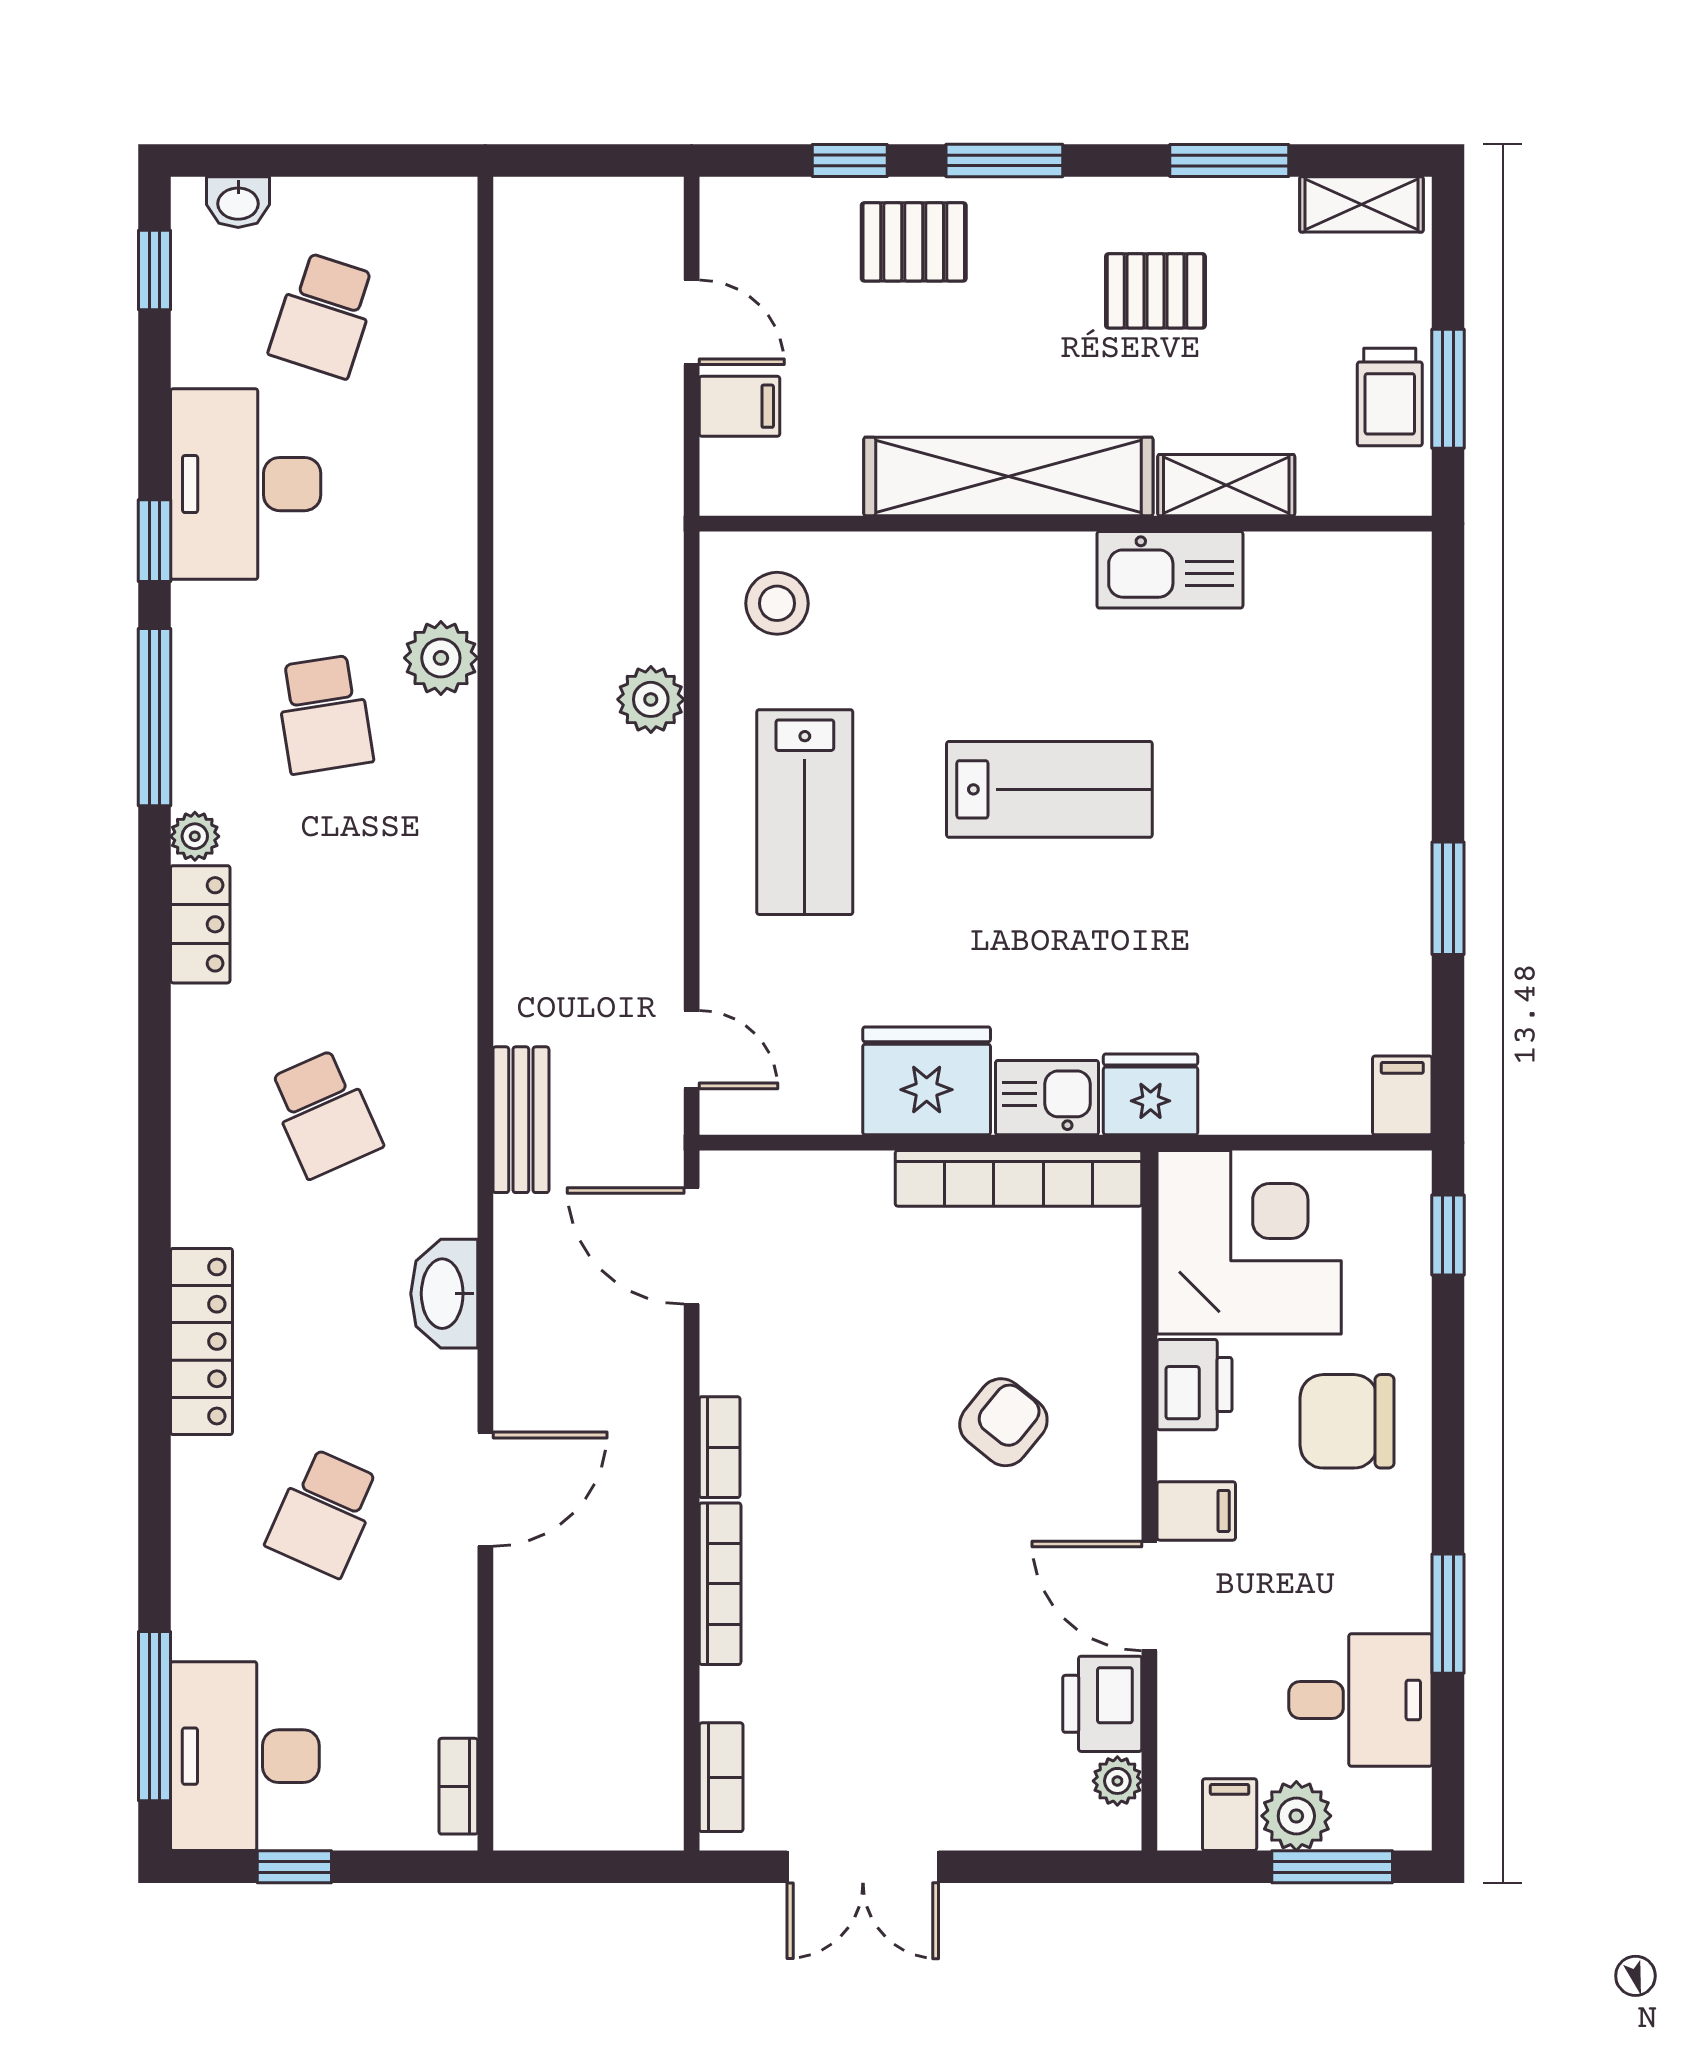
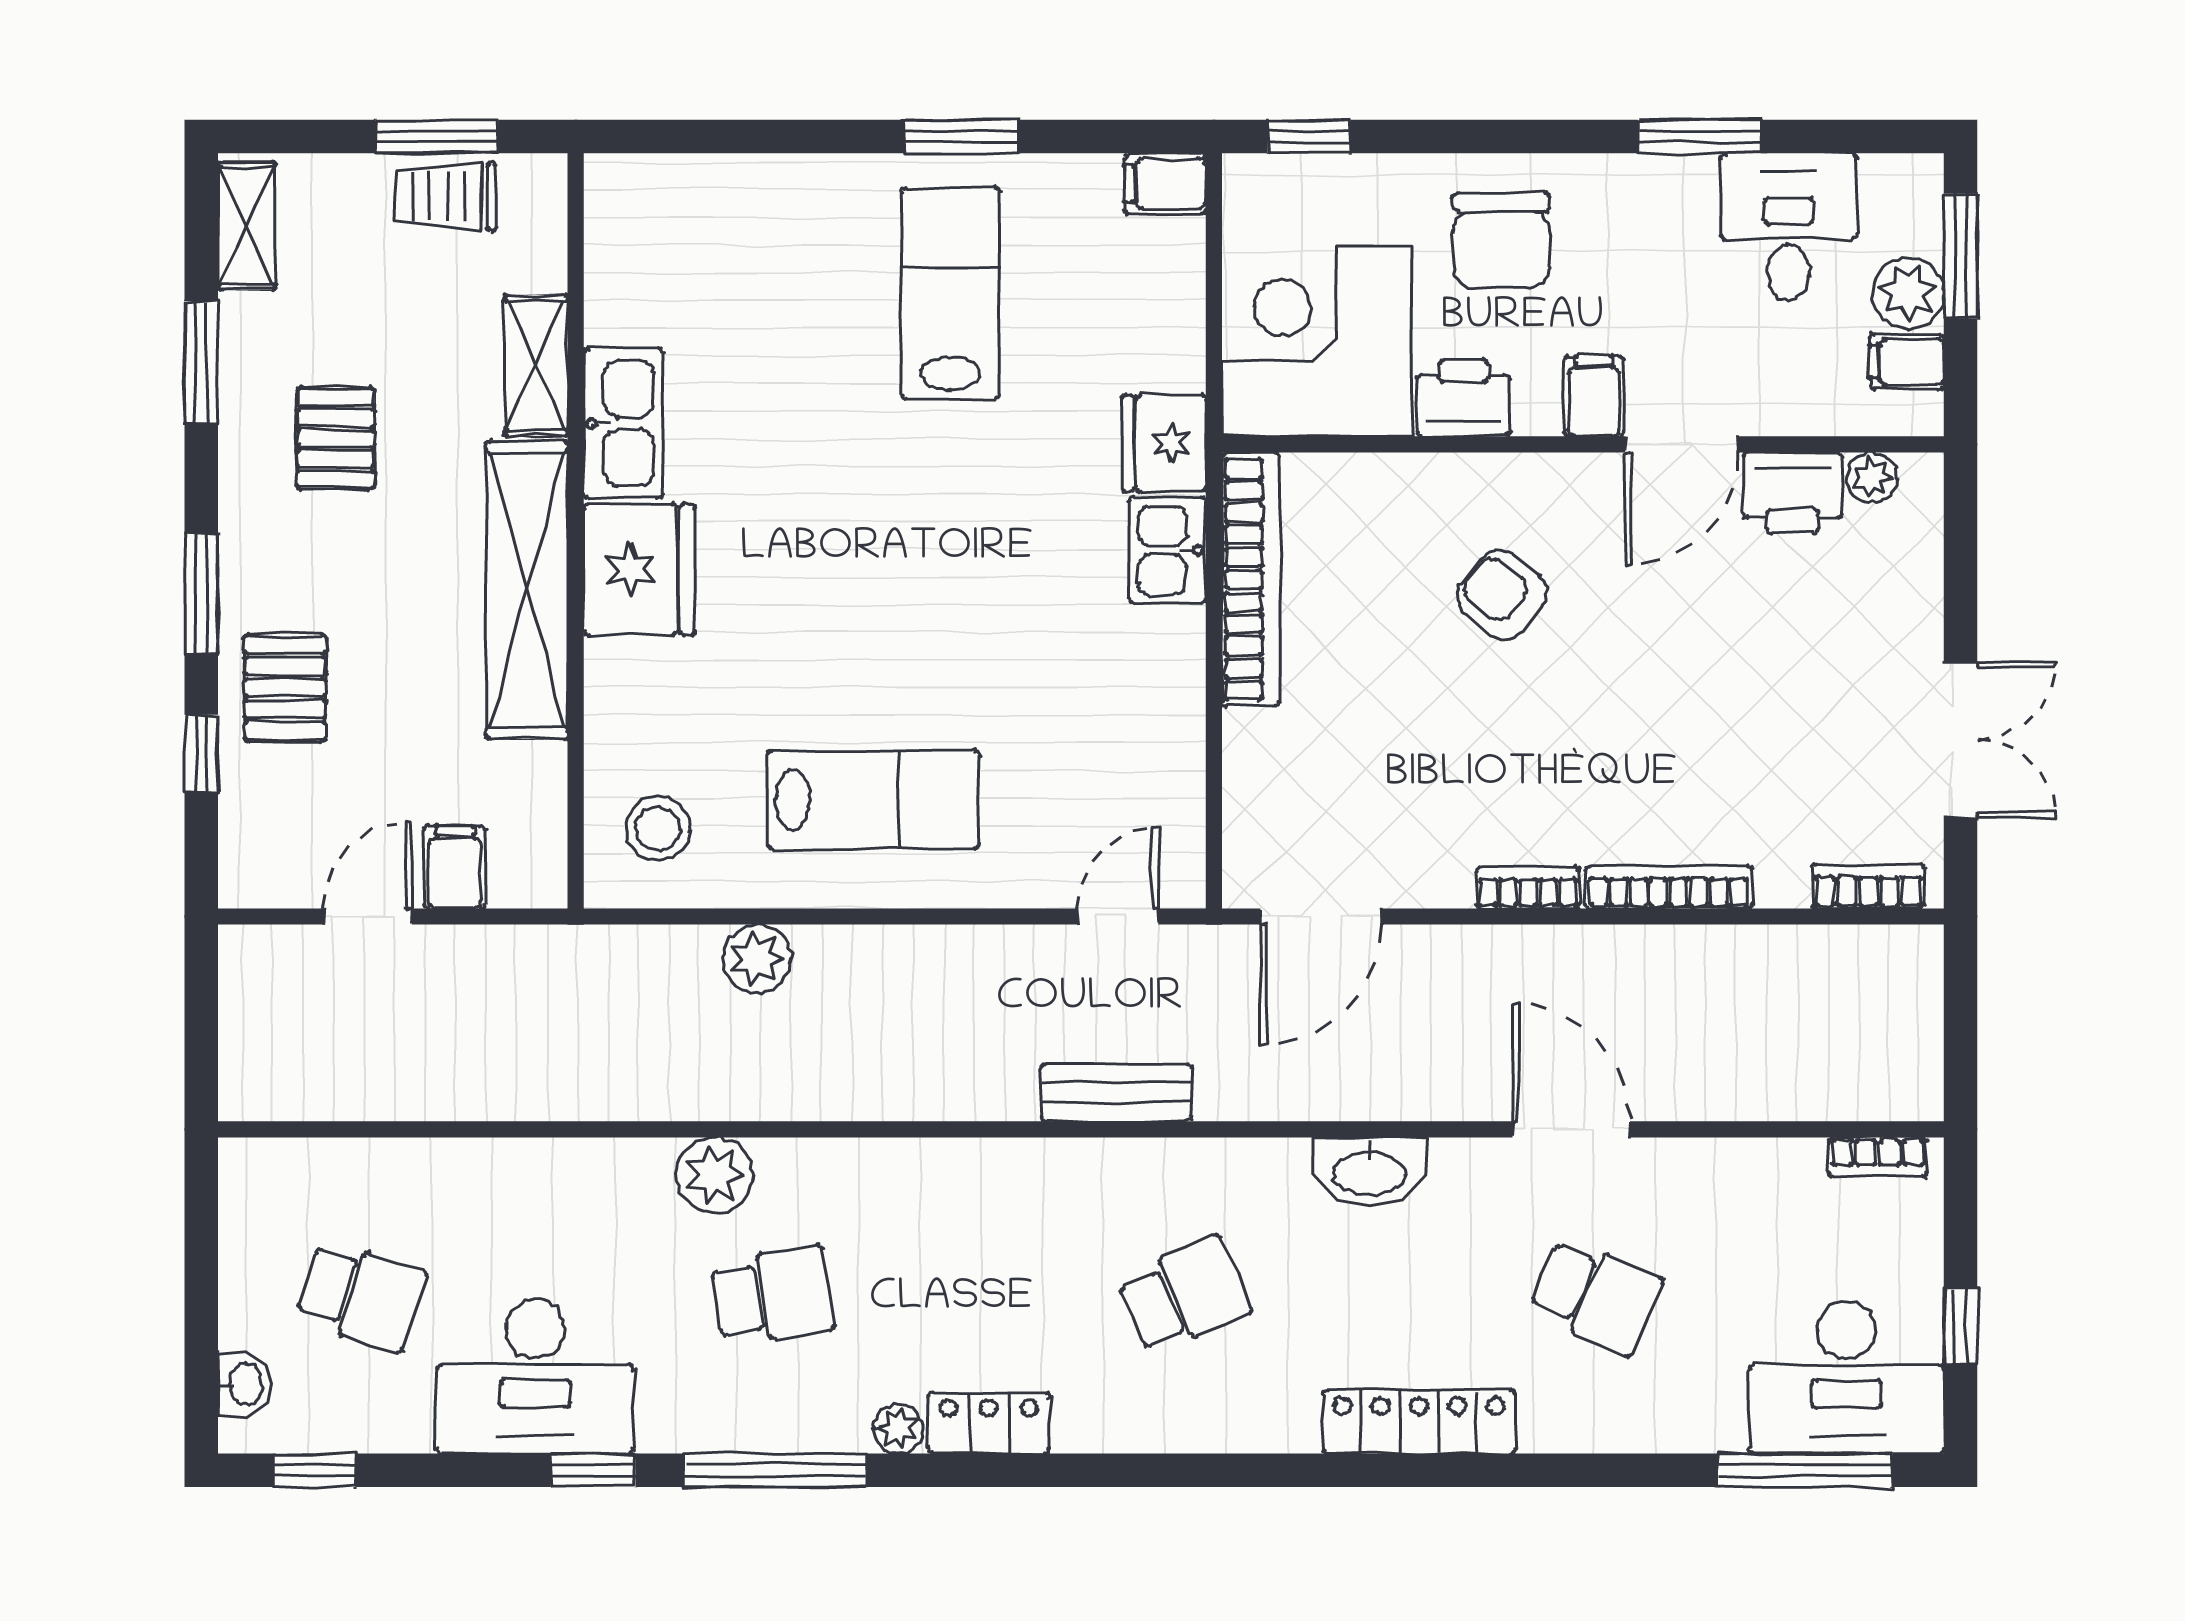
trolley: (1390, 397) -> (445, 197), turned 180
lab bench: (1049, 789) -> (951, 293), moved
fridge: (927, 1081) -> (639, 570), moved, turned 180
bench: (521, 1120) -> (1116, 1093), moved

